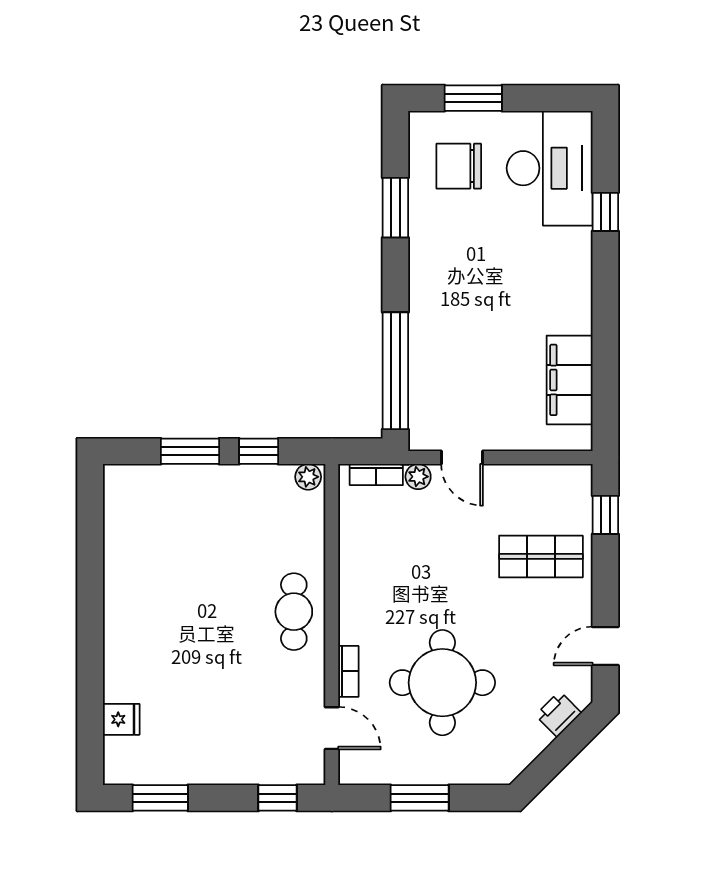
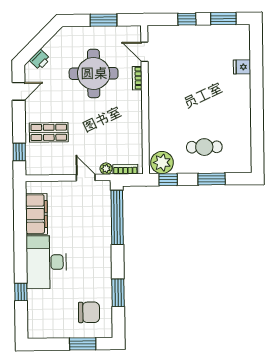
desk: (550, 168) -> (46, 262), moved
window: (259, 451) -> (168, 180), moved
plant: (308, 477) -> (162, 163), width x1.87, depth x1.87
cafe table: (294, 612) -> (204, 147), moved, turned 90
fridge: (121, 719) -> (242, 67), moved
window: (278, 798) -> (187, 19), moved

